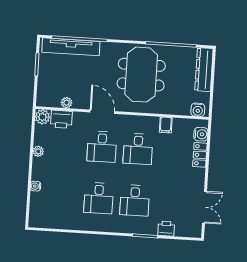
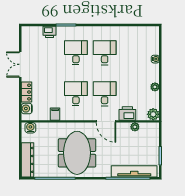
printer: (61, 119) -> (127, 113), moved
double door: (204, 207) -> (20, 64), moved

